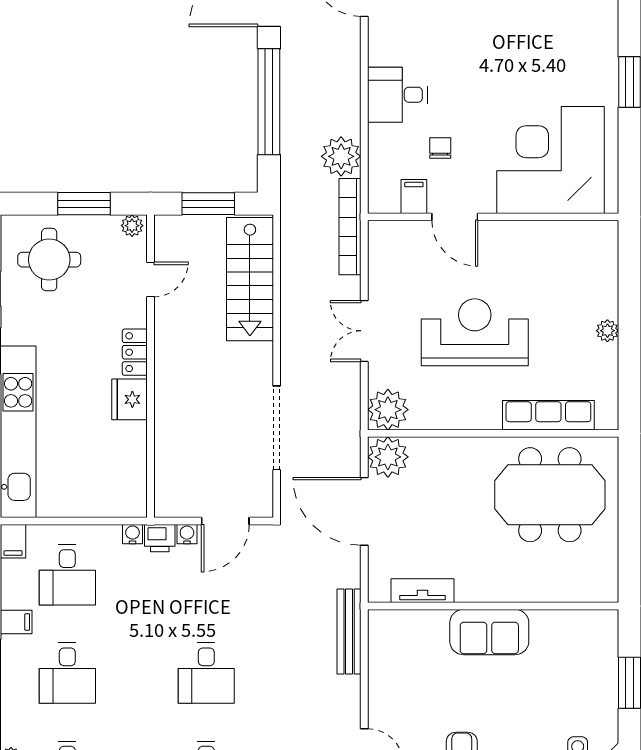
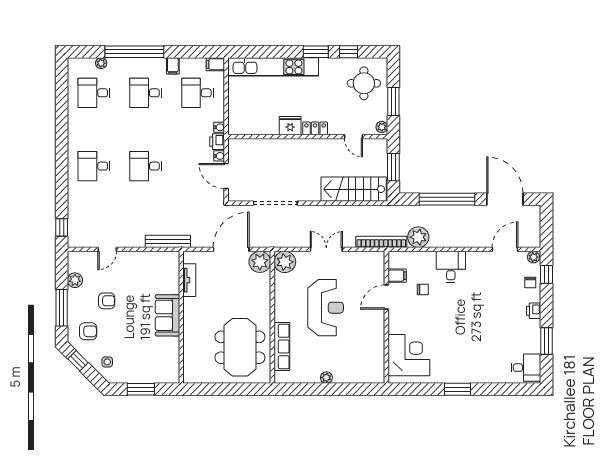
corner desk: (551, 160) -> (409, 355), width x0.74, depth x0.74

